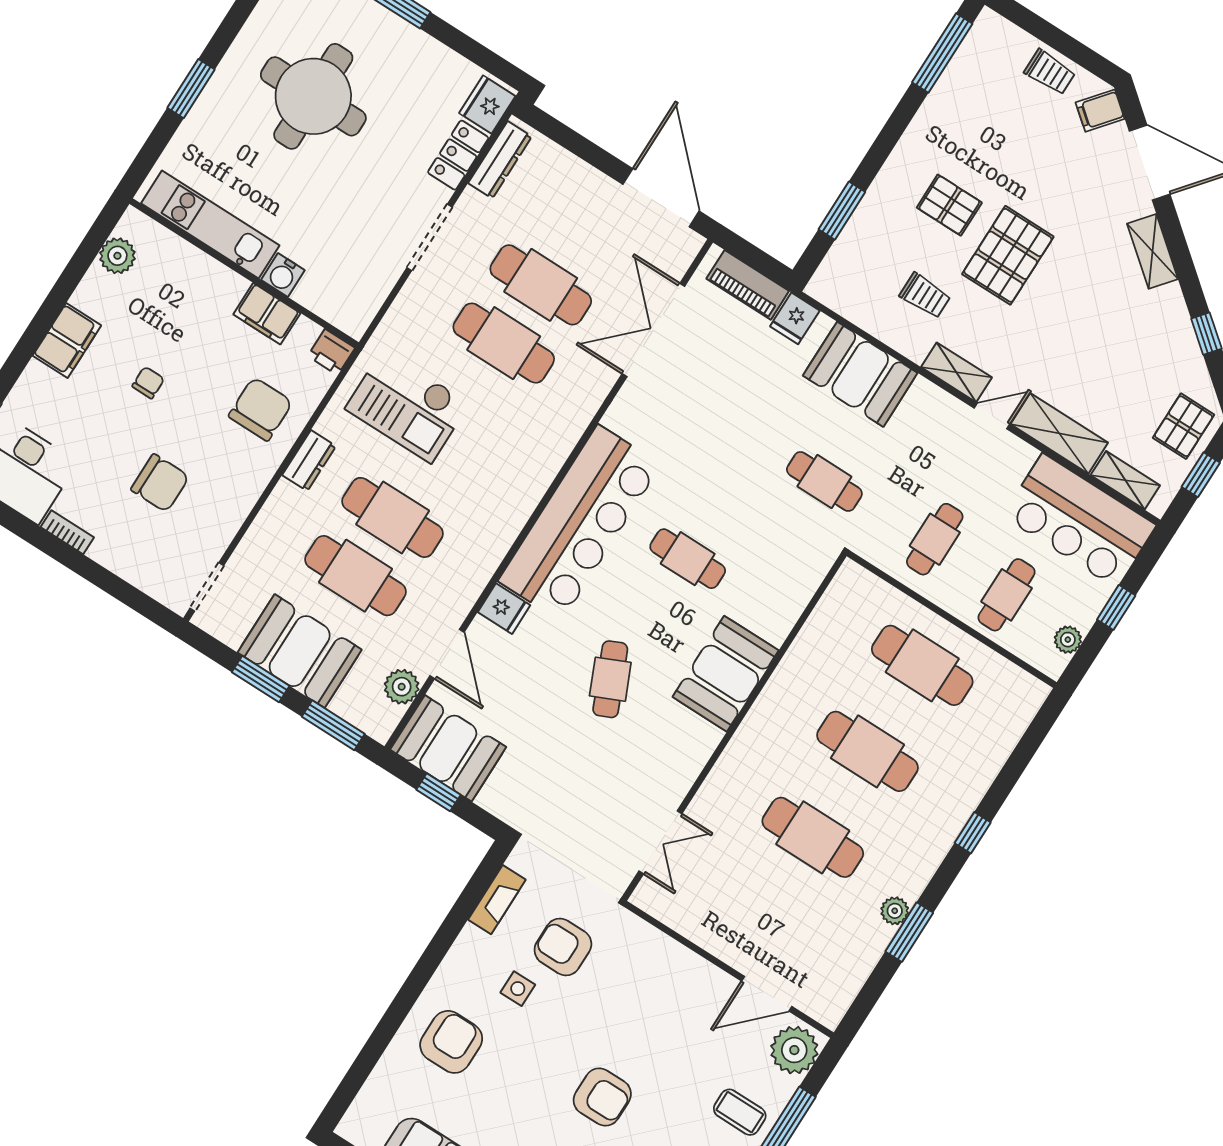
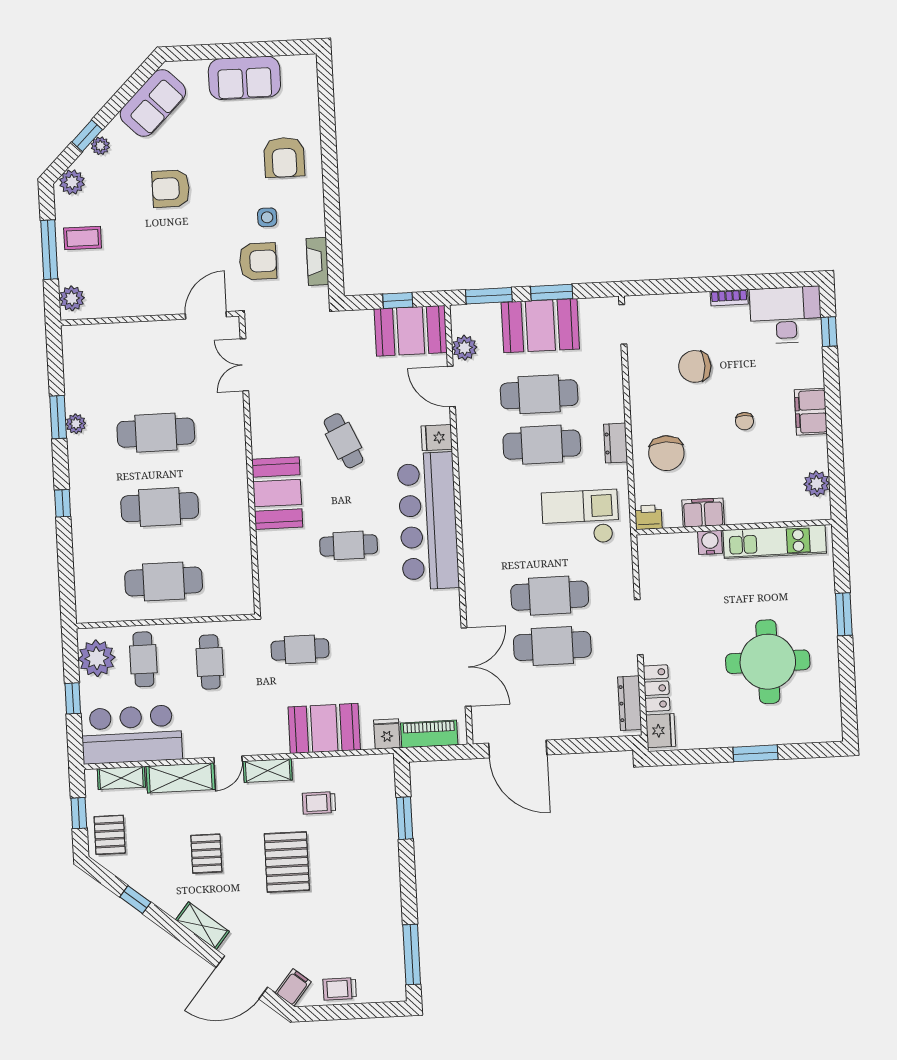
pallet: (949, 205) -> (206, 854), moved, turned 90
plant: (1068, 640) -> (97, 658), width x1.87, depth x1.87
door: (767, 994) -> (206, 315), moved
plant: (794, 1050) -> (72, 298), width x0.73, depth x0.73

